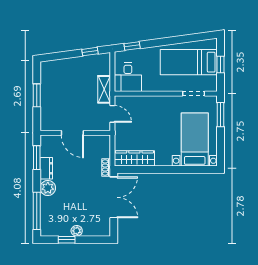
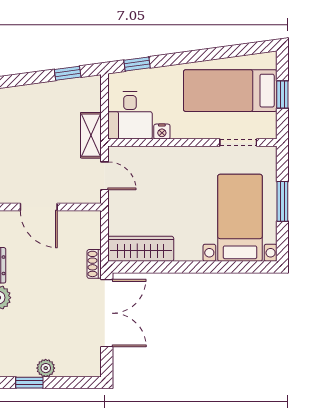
nightstand: (147, 87) -> (162, 132), added
window: (221, 115) -> (282, 201), moved

